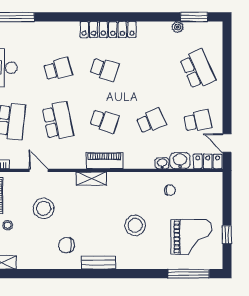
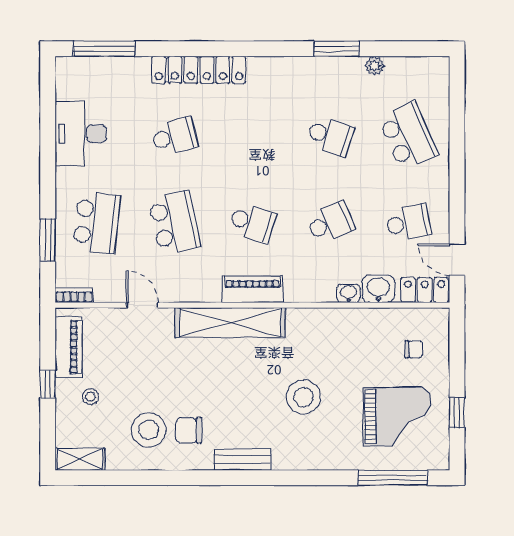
window: (194, 17) -> (337, 49), moved
locker: (108, 29) -> (199, 70), moved
school desk: (105, 69) -> (330, 136), moved
shelving: (91, 179) -> (230, 323), width x2.20, depth x1.33
chair: (170, 190) -> (414, 349), moved
stool: (44, 208) -> (149, 430), moved

